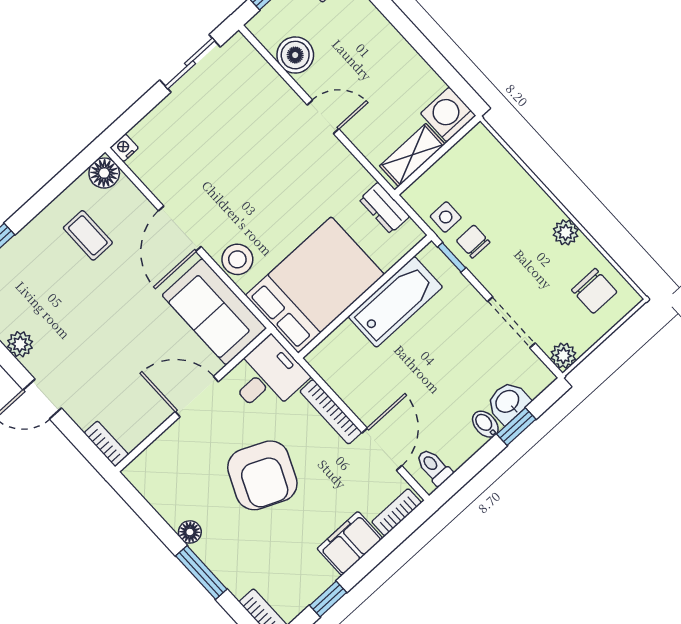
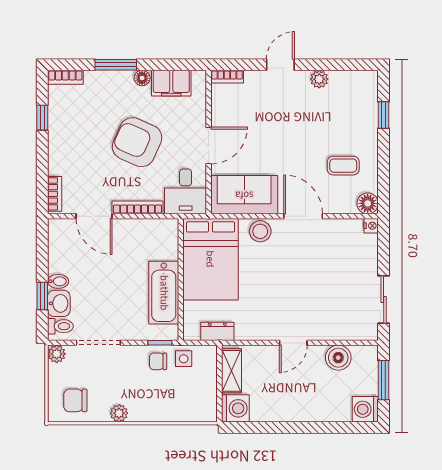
chair: (473, 241) -> (158, 361), turned 180
toilet: (434, 467) -> (60, 326), moved
filing cabinet: (350, 543) -> (171, 83), moved, turned 90

